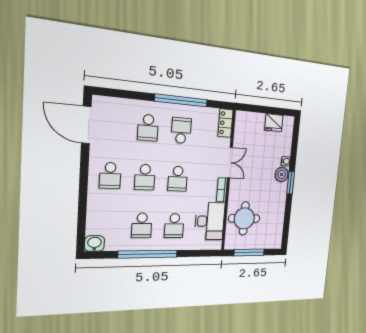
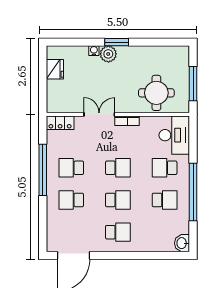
school desk: (148, 128) -> (71, 200), turned 180
desk: (210, 221) -> (174, 135), moved, turned 90
school desk: (174, 226) -> (165, 168), turned 180

